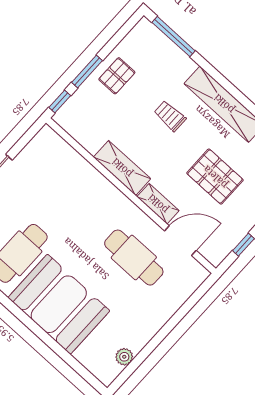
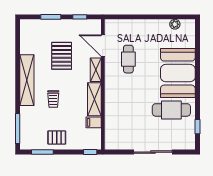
window: (87, 71) -> (42, 152), moved
filing cabinet: (93, 140) -> (94, 122), added
cafe table: (134, 258) -> (128, 59), width x0.73, depth x0.74

